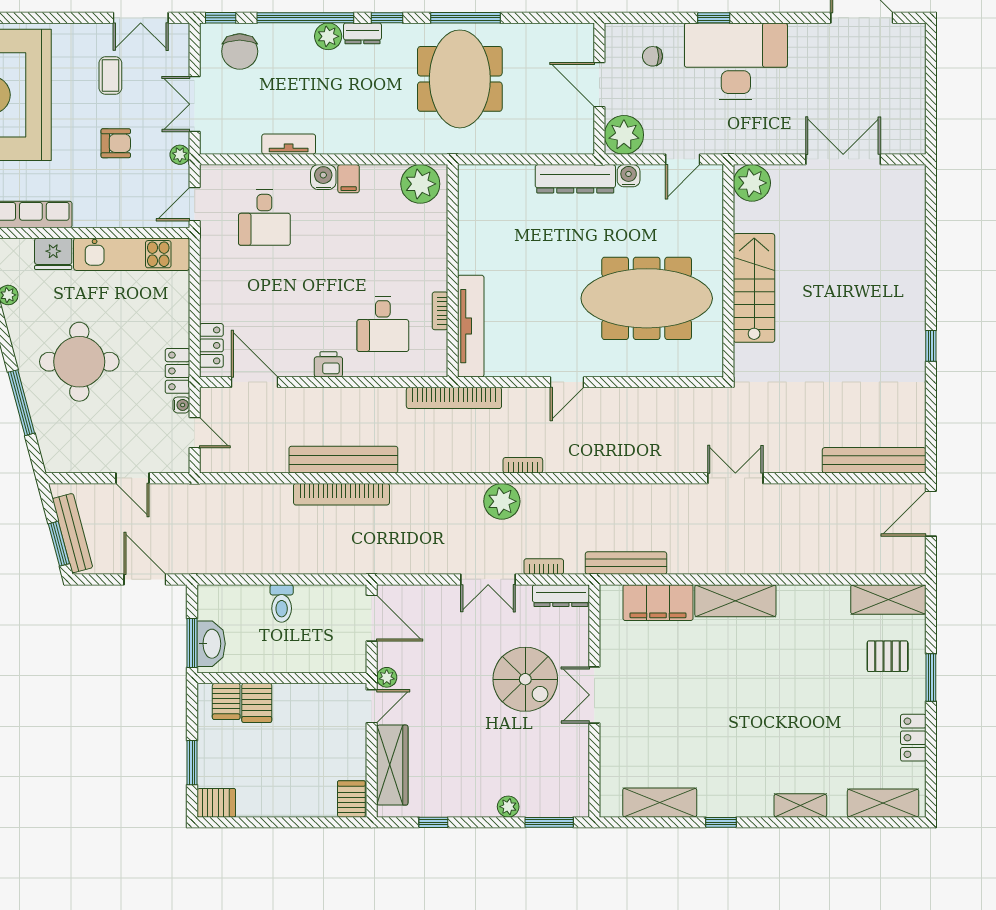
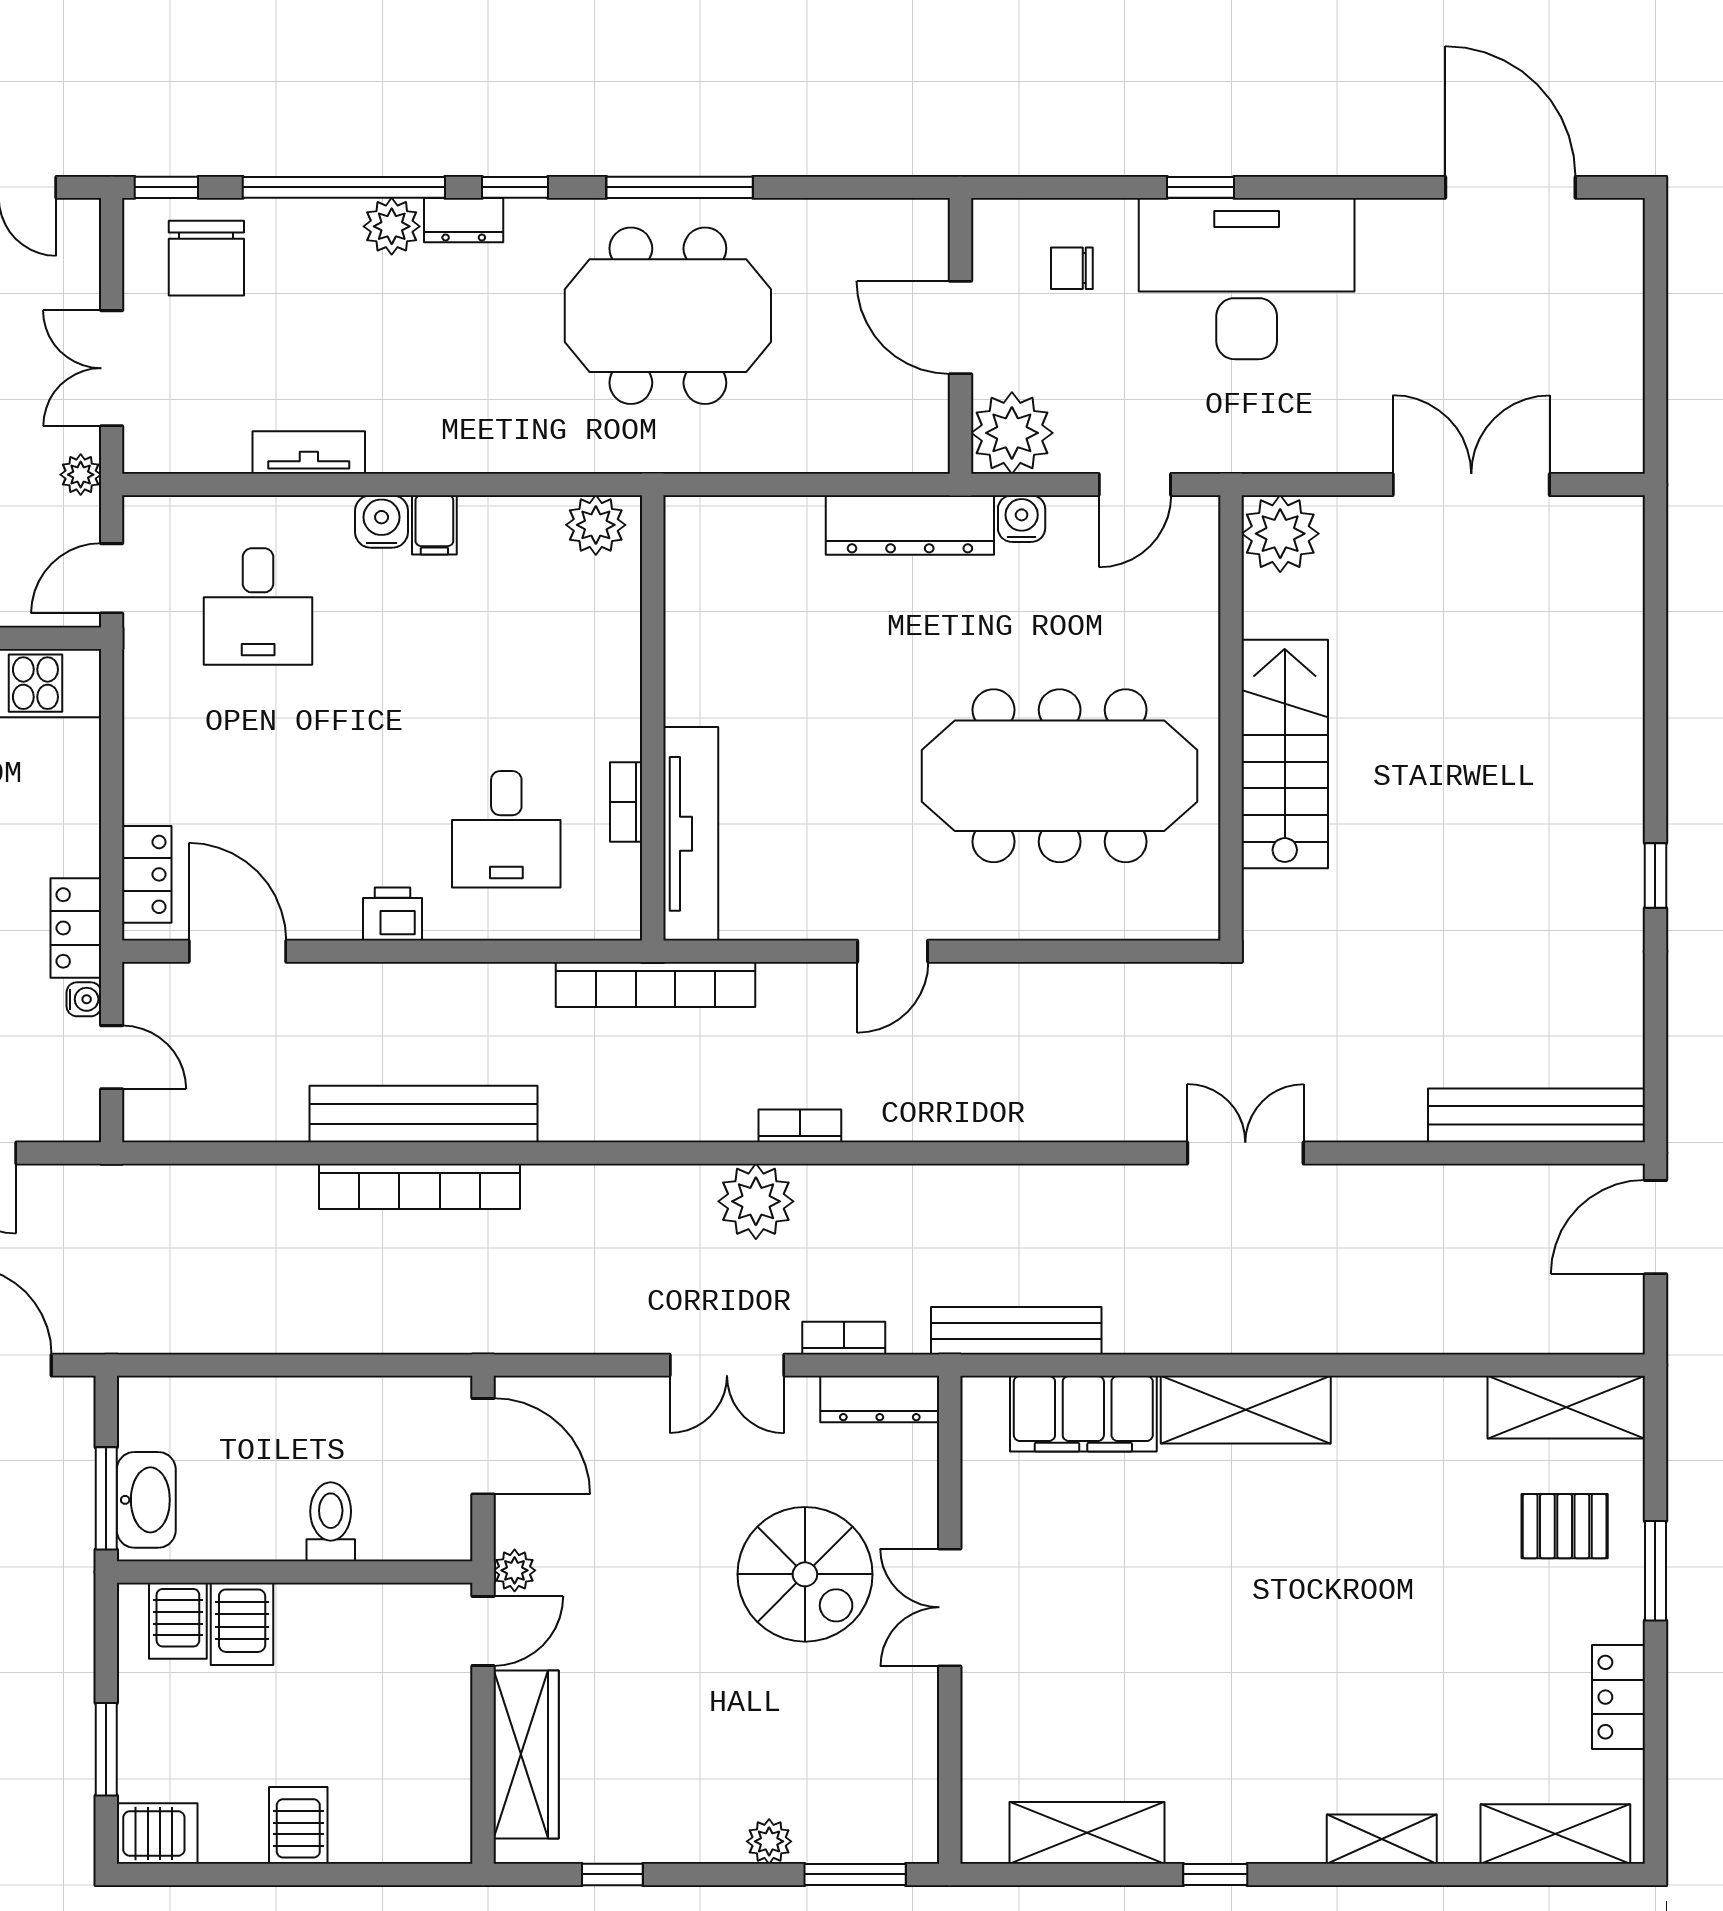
meeting table: (460, 79) -> (668, 316), turned 90
plant: (420, 184) -> (596, 525), width x0.73, depth x0.73
toilet: (282, 603) -> (331, 1522), moved, turned 180
server rack: (351, 799) -> (298, 1825), moved

